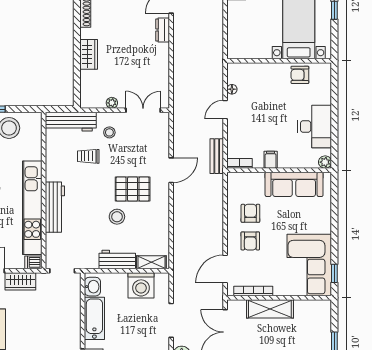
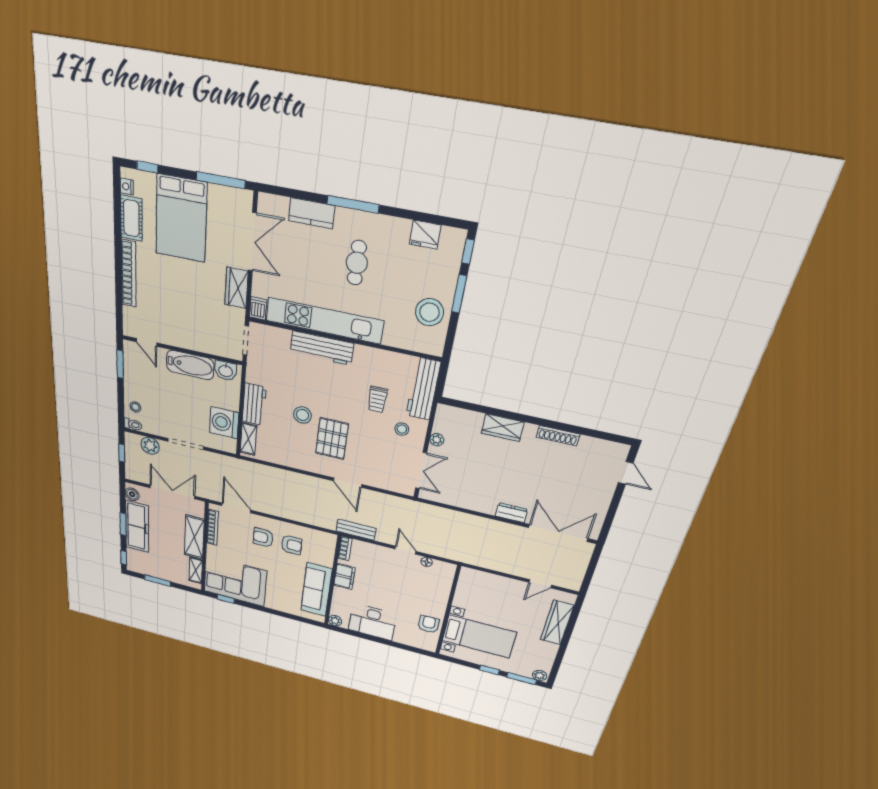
trolley: (88, 156) -> (377, 399), turned 180
filing cabinet: (271, 160) -> (344, 576), width x2.00
shelving: (309, 306) -> (196, 570), added

